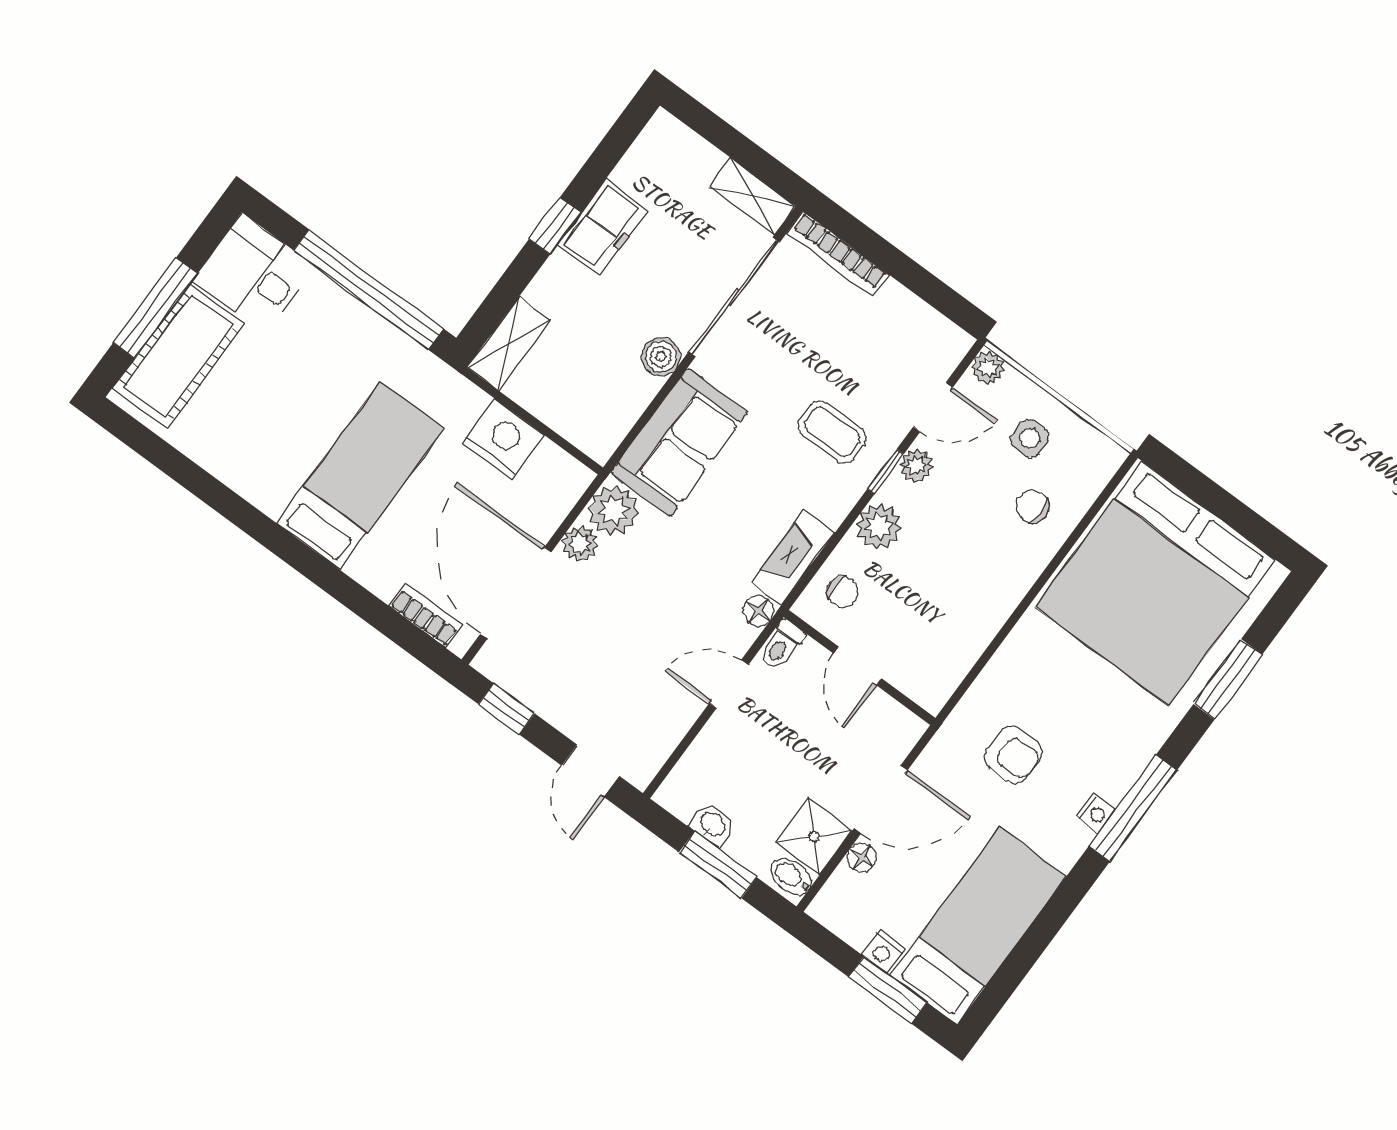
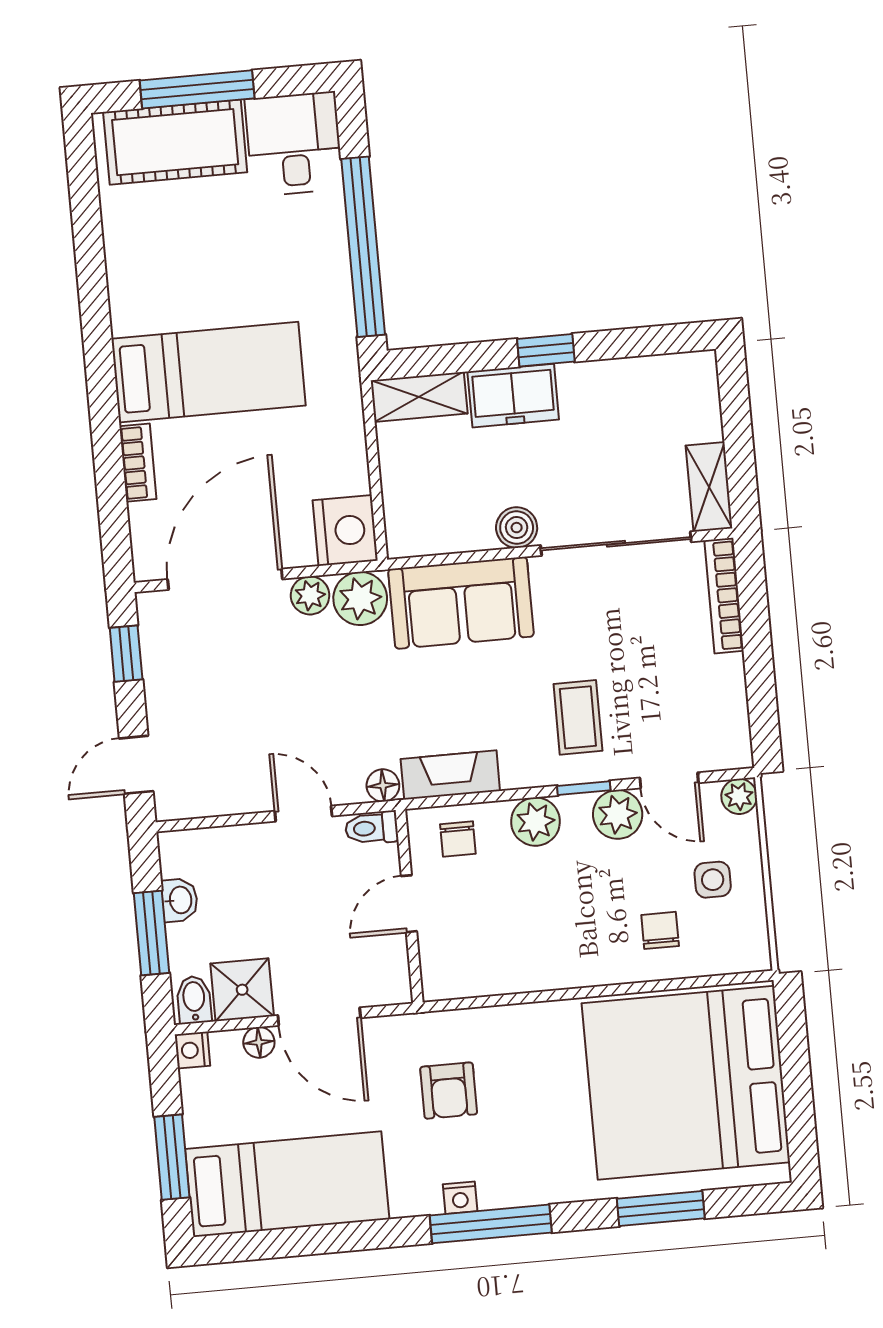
freezer: (603, 227) -> (513, 396), moved
nightstand: (503, 439) -> (345, 530), moved
plant: (916, 466) -> (618, 814), width x1.38, depth x1.38
bookcase: (426, 615) -> (138, 463), moved
nightstand: (883, 952) -> (192, 1050), moved

